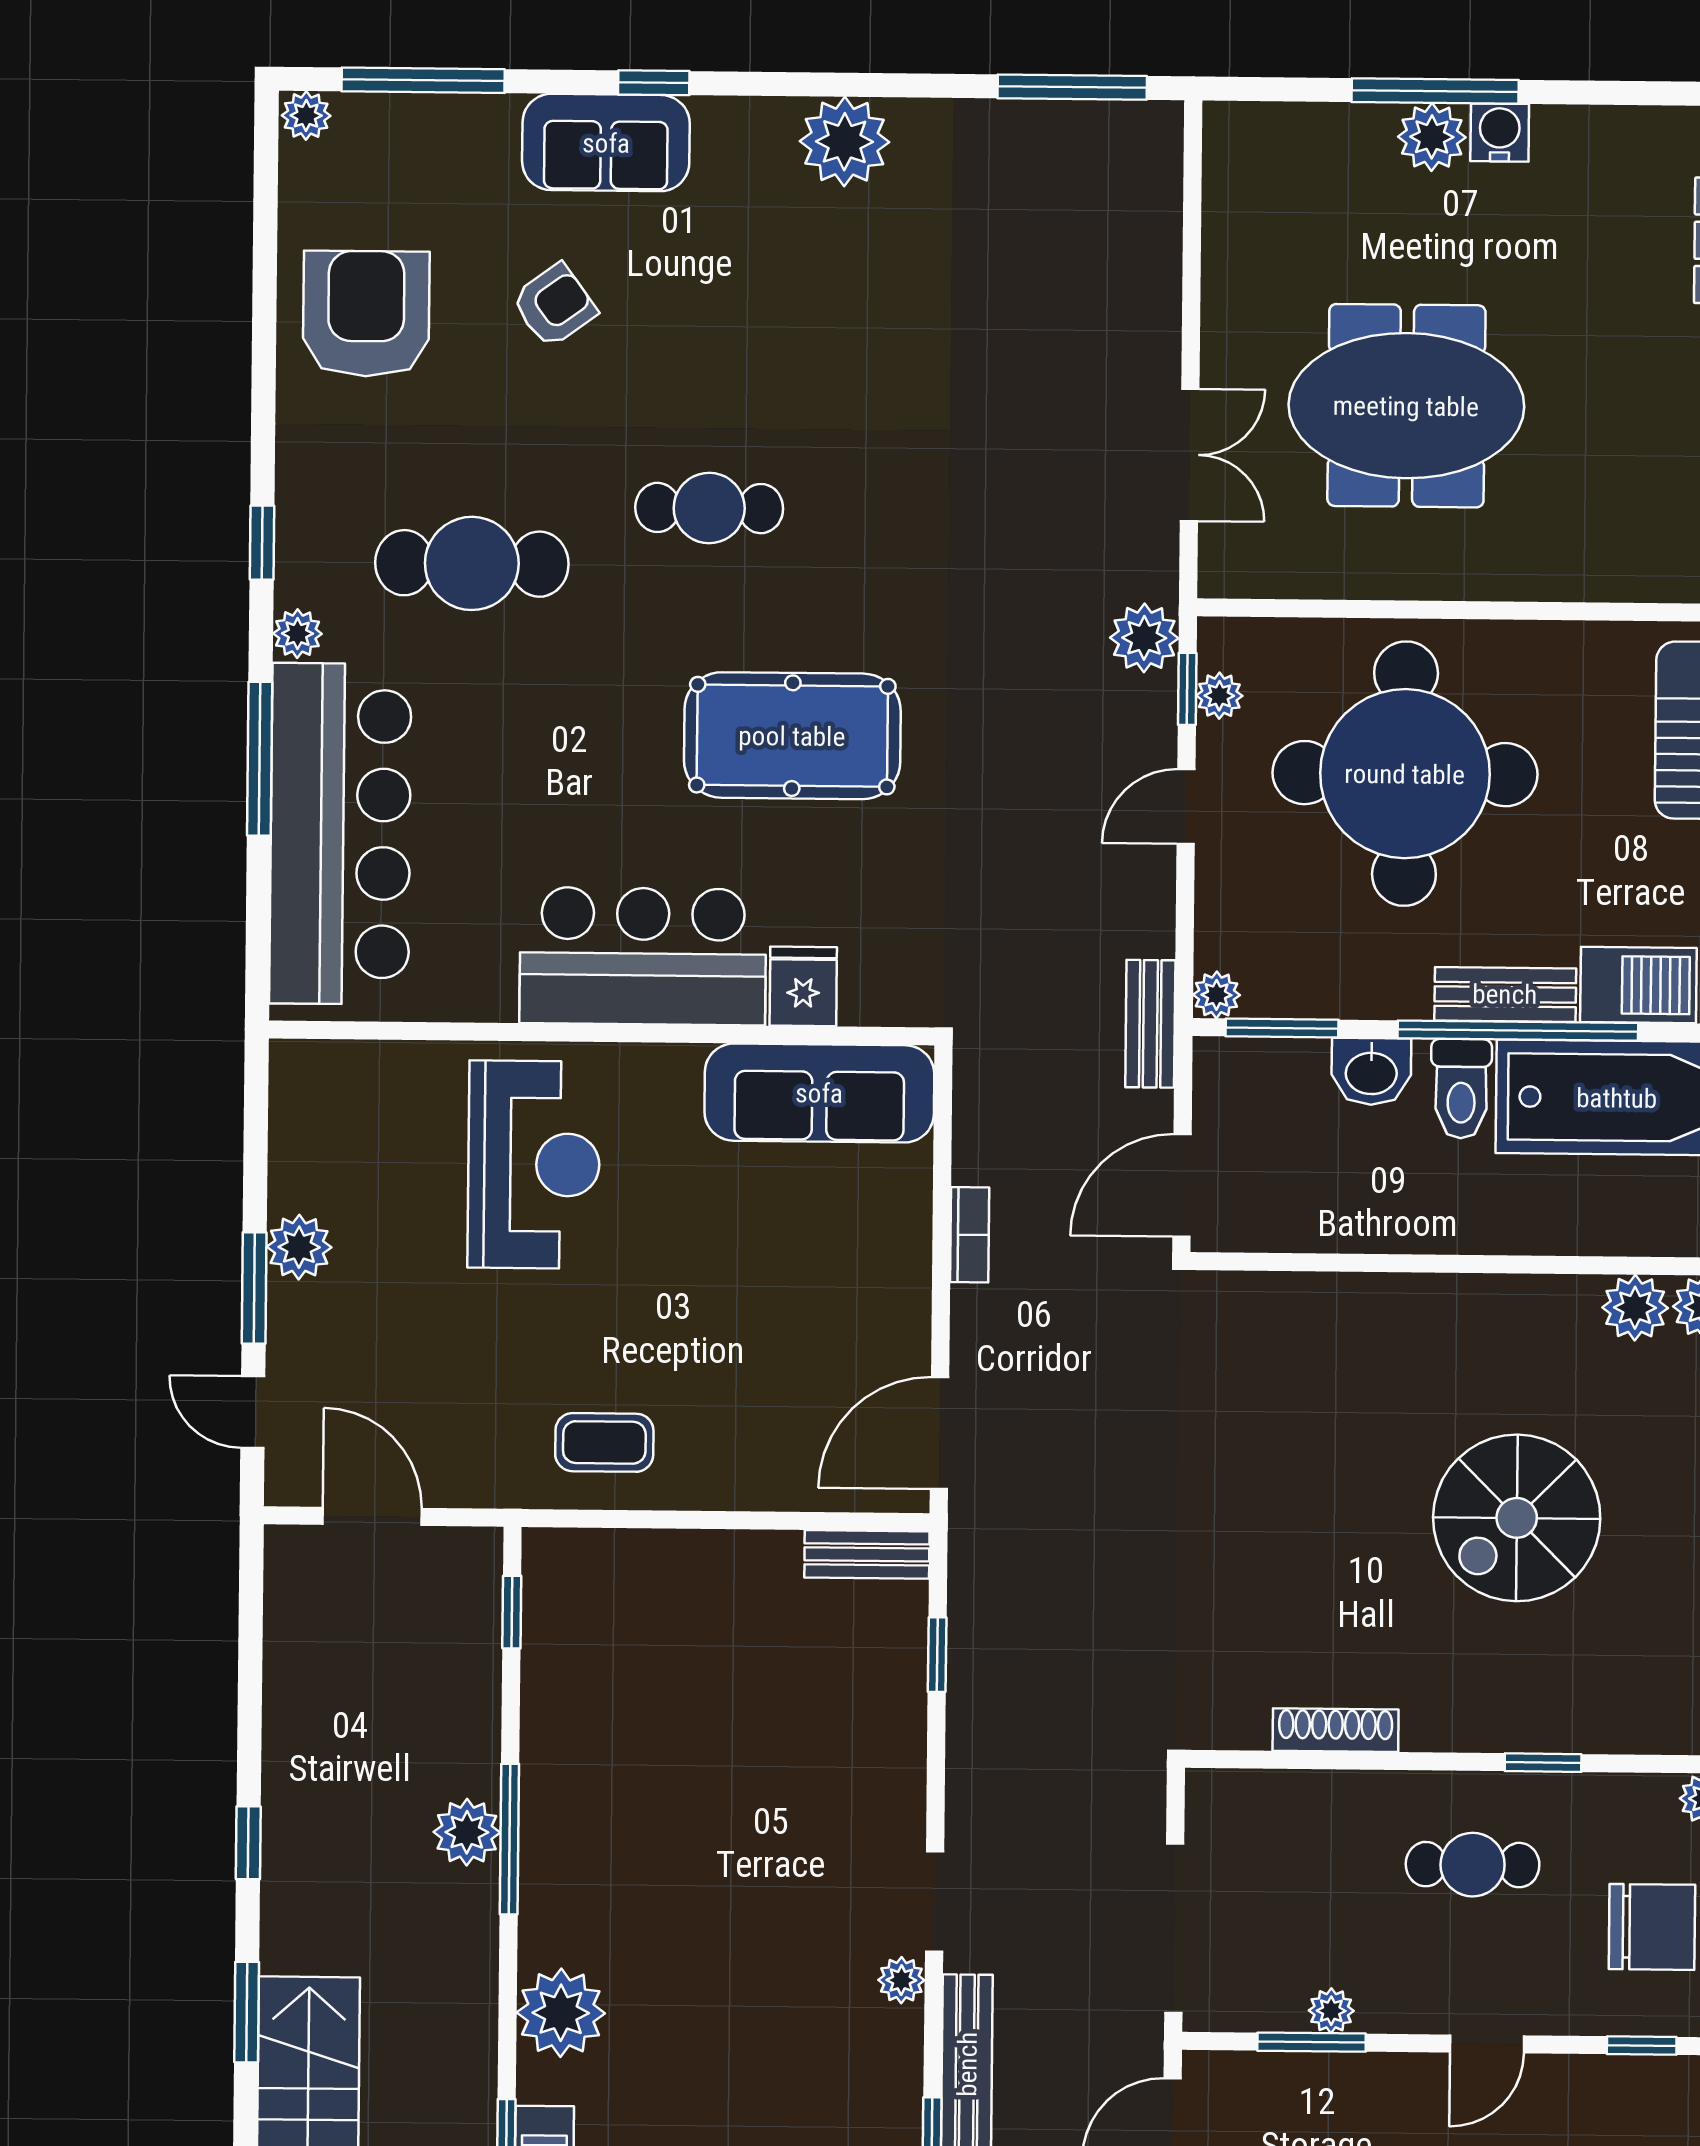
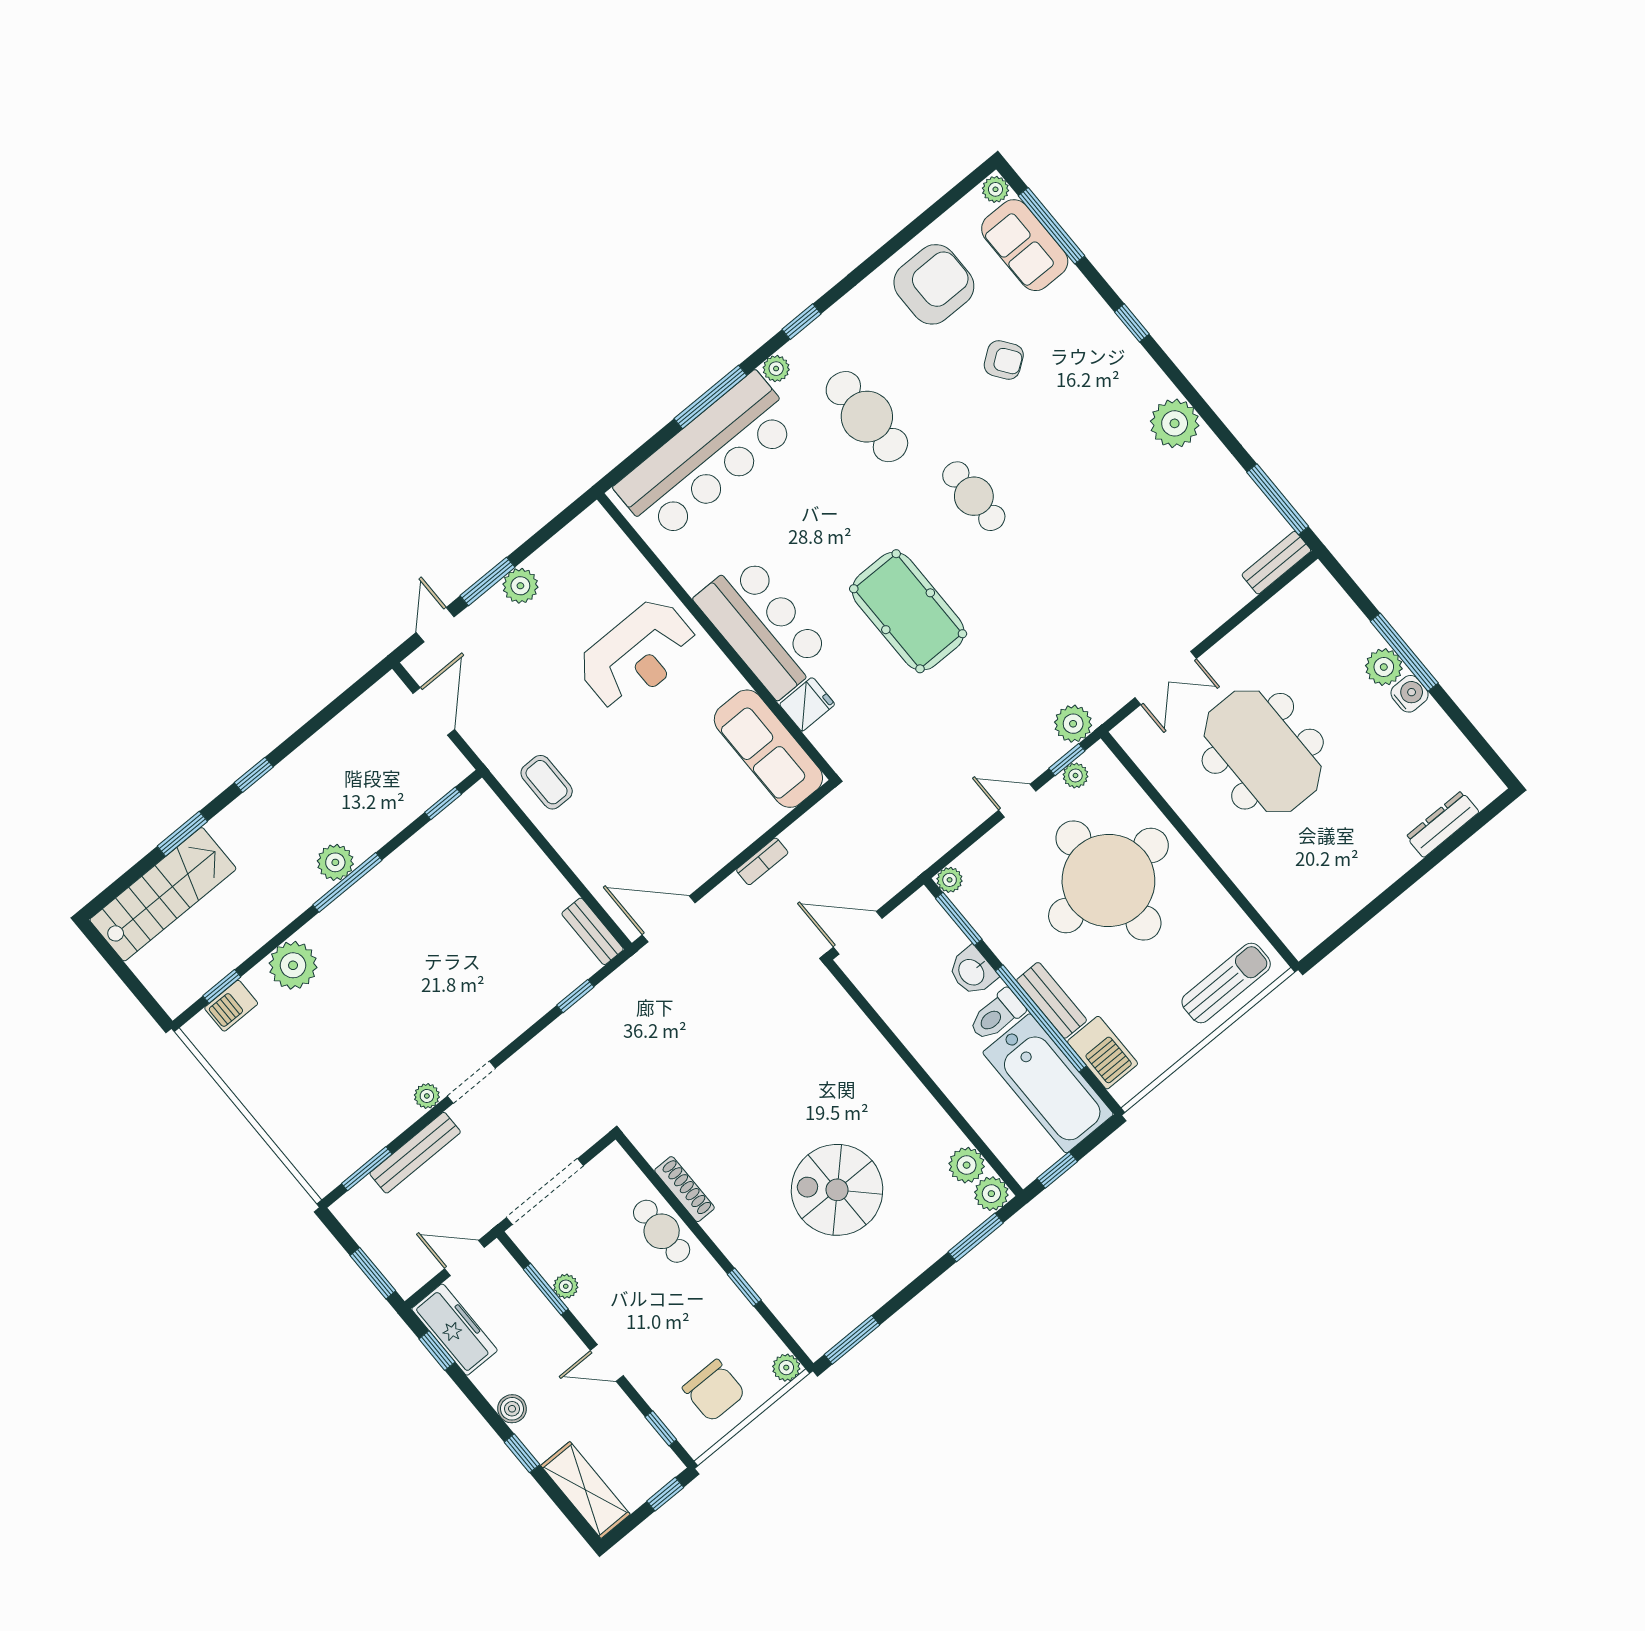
sofa: (606, 143) -> (1025, 245), moved
bench: (1150, 1024) -> (1276, 563), moved
cafe table: (1473, 1865) -> (662, 1231), moved

